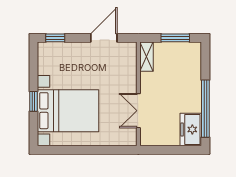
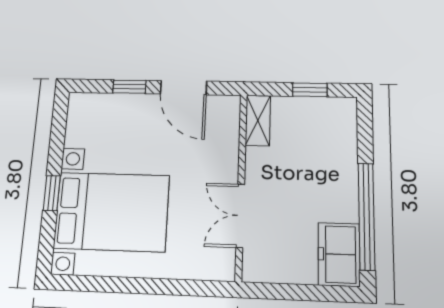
window: (55, 38) -> (129, 87), moved
door: (104, 38) -> (184, 88), swing flipped
window: (175, 38) -> (310, 90), width x0.67

